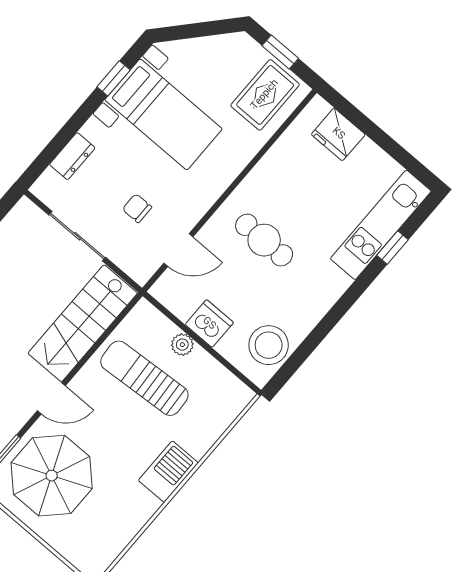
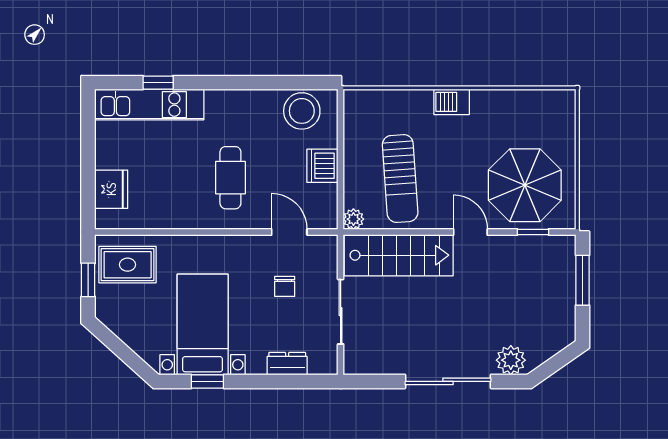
plant: (182, 345) -> (353, 219), moved
barbecue: (168, 472) -> (452, 102), width x0.73, depth x0.79

